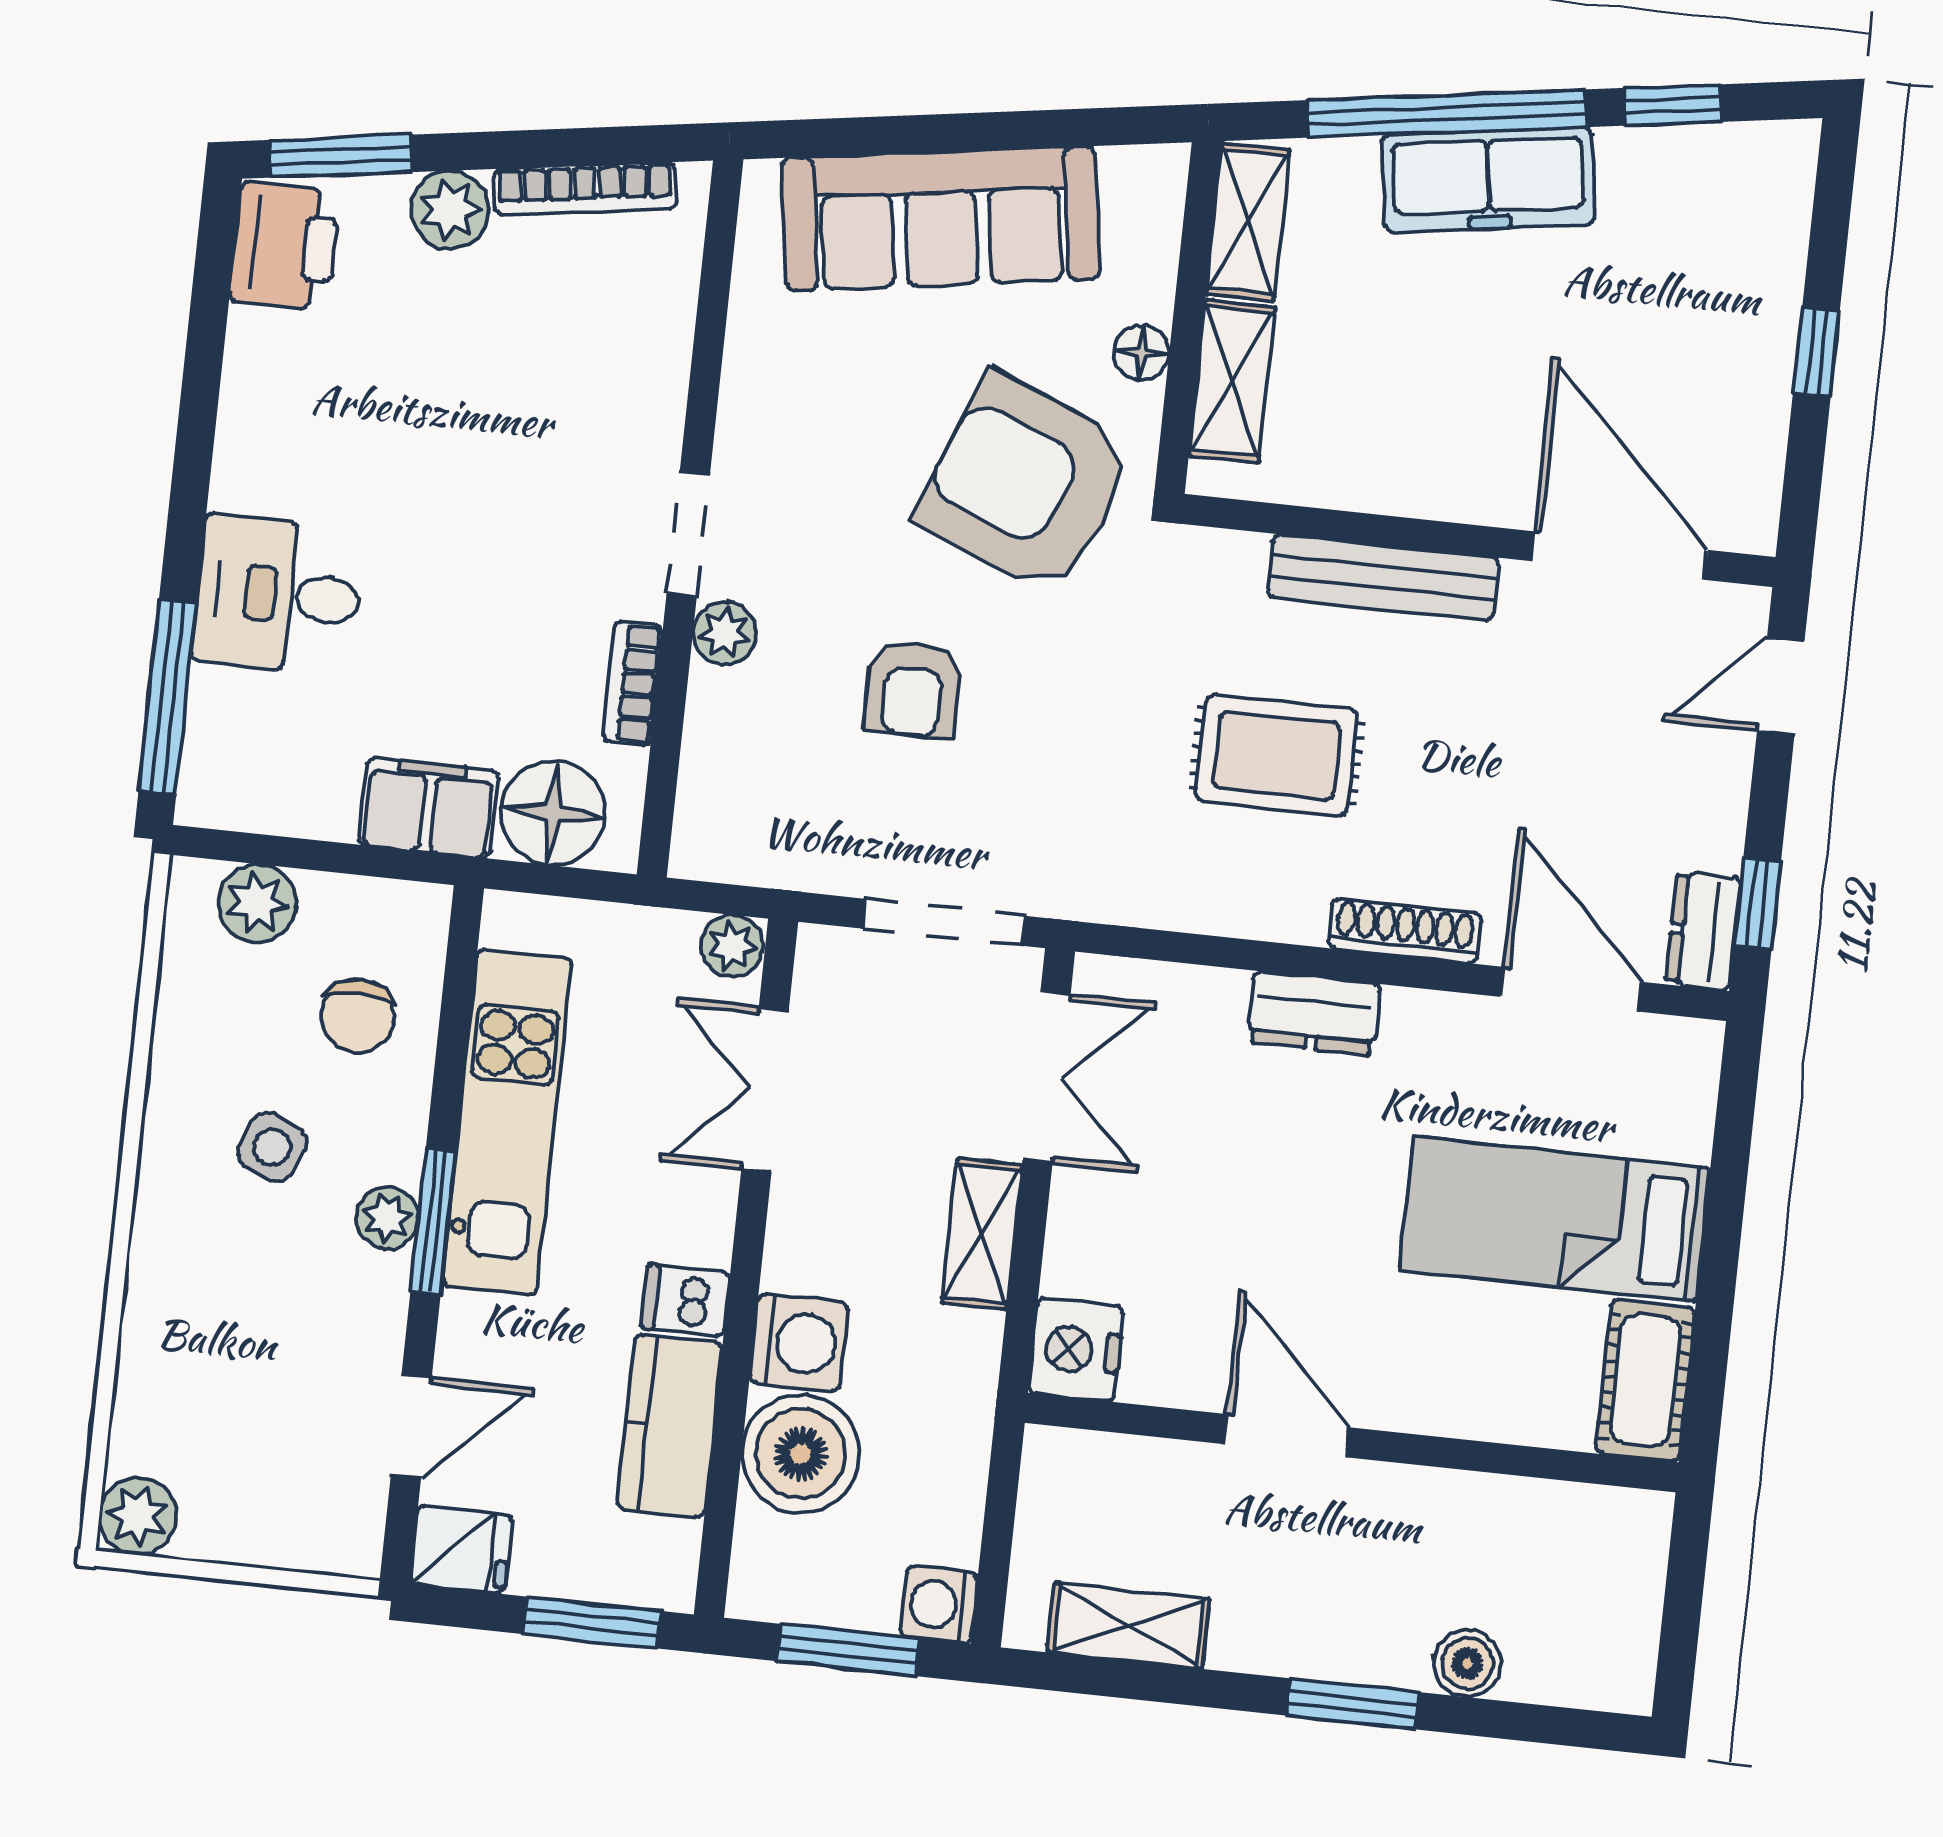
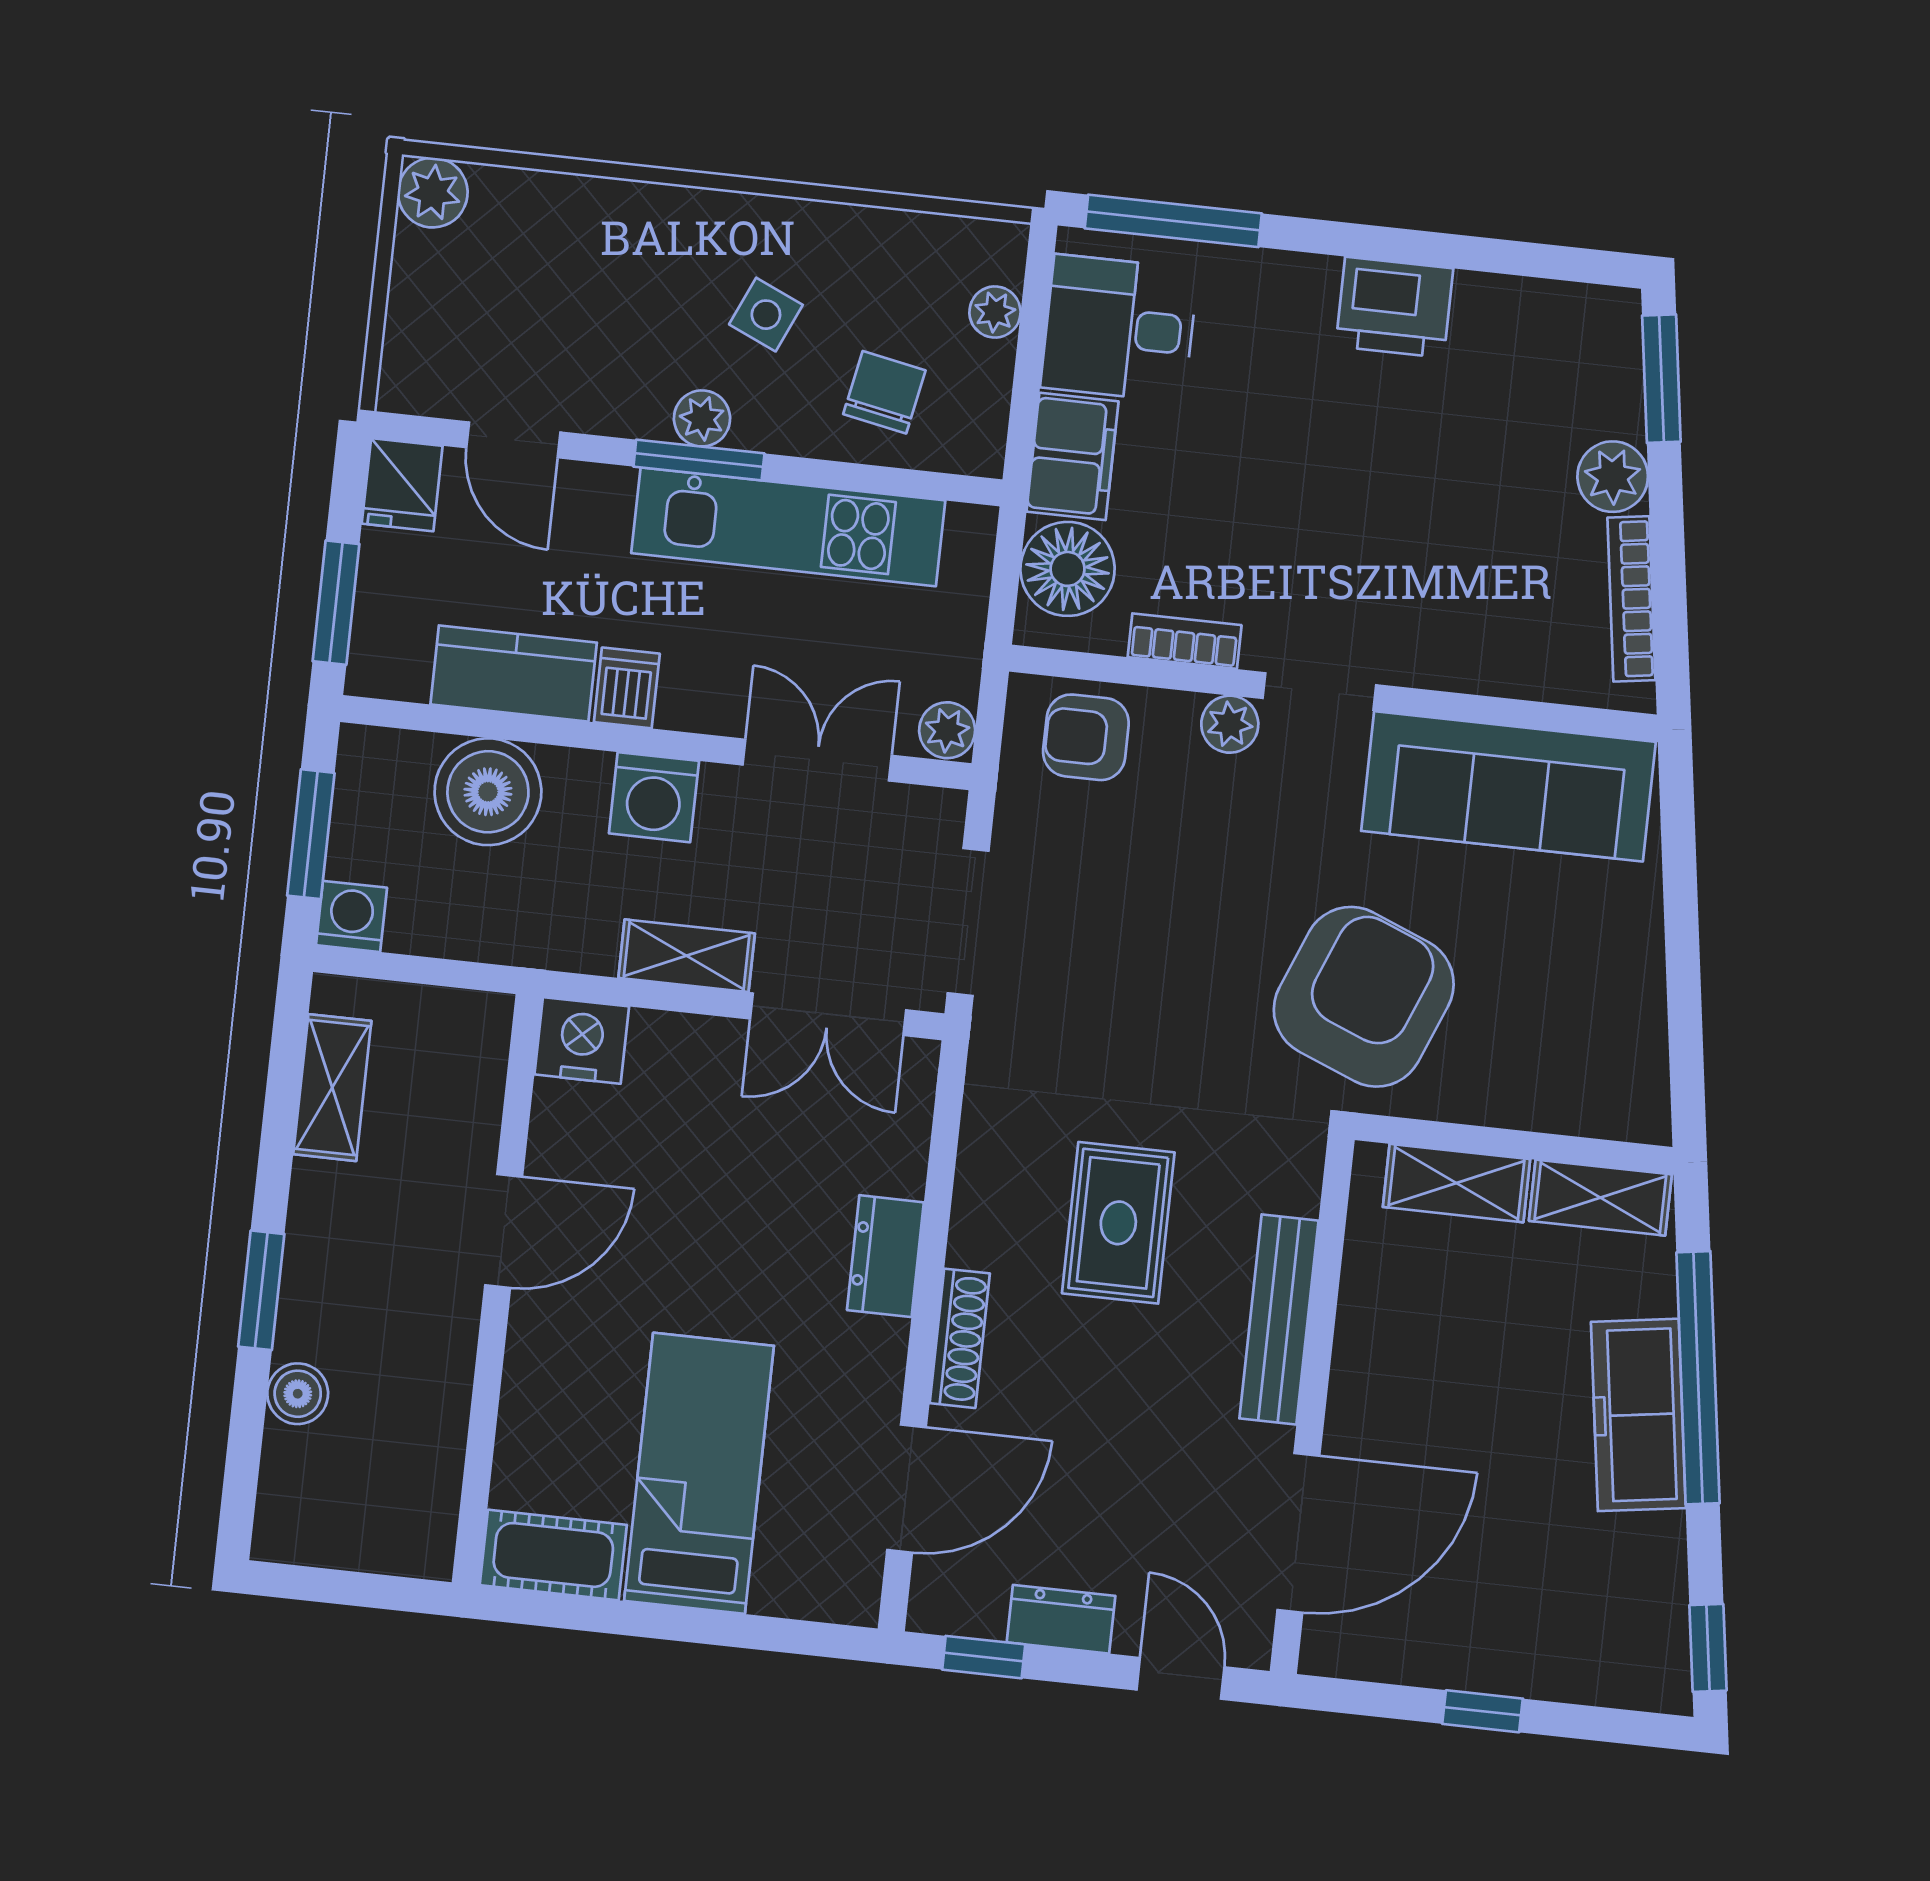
window: (1673, 105) -> (1708, 1648), moved
sofa: (941, 219) -> (1508, 786), moved, turned -82
printer: (285, 246) -> (1394, 307), moved
floor lamp: (1142, 353) -> (1483, 1101), removed
desk: (278, 595) -> (1119, 328), moved, turned -90
armchair: (913, 689) -> (1086, 737), moved
plant: (257, 903) -> (995, 312), width x0.73, depth x0.73
dresser: (1703, 931) -> (1061, 1619), moved
chair: (358, 1016) -> (884, 392), turned 101
washing machine: (799, 1343) -> (654, 797), moved

